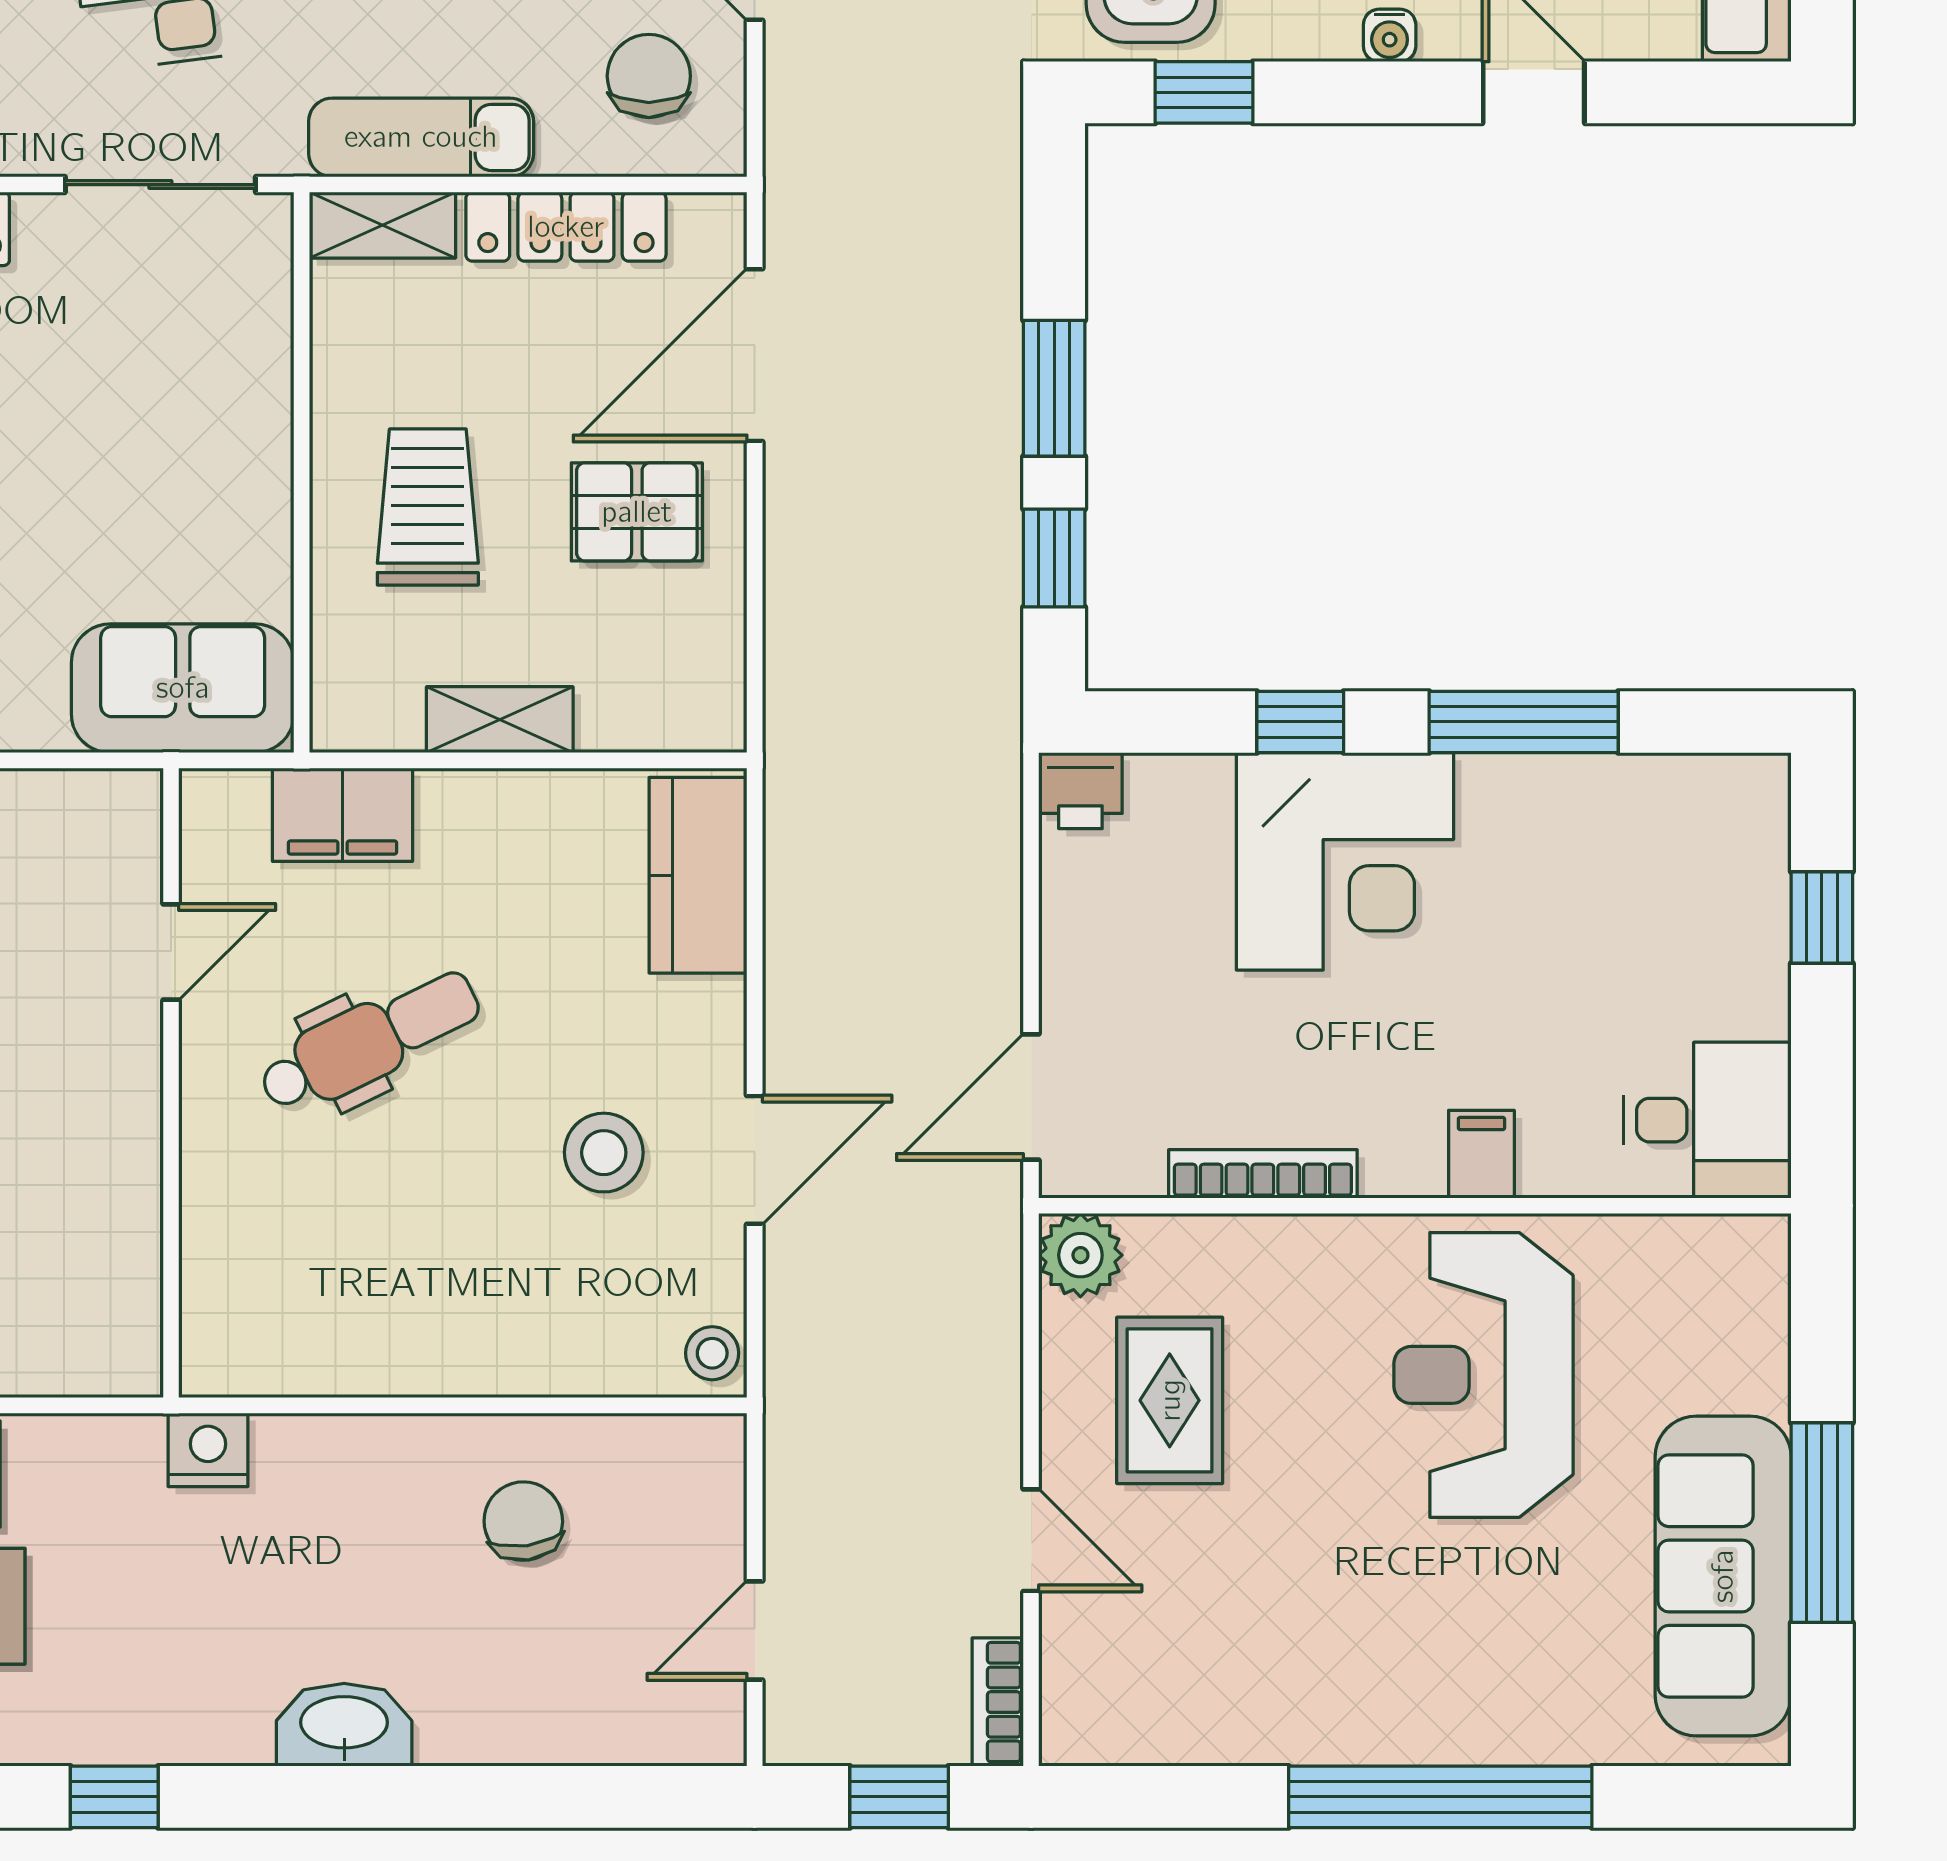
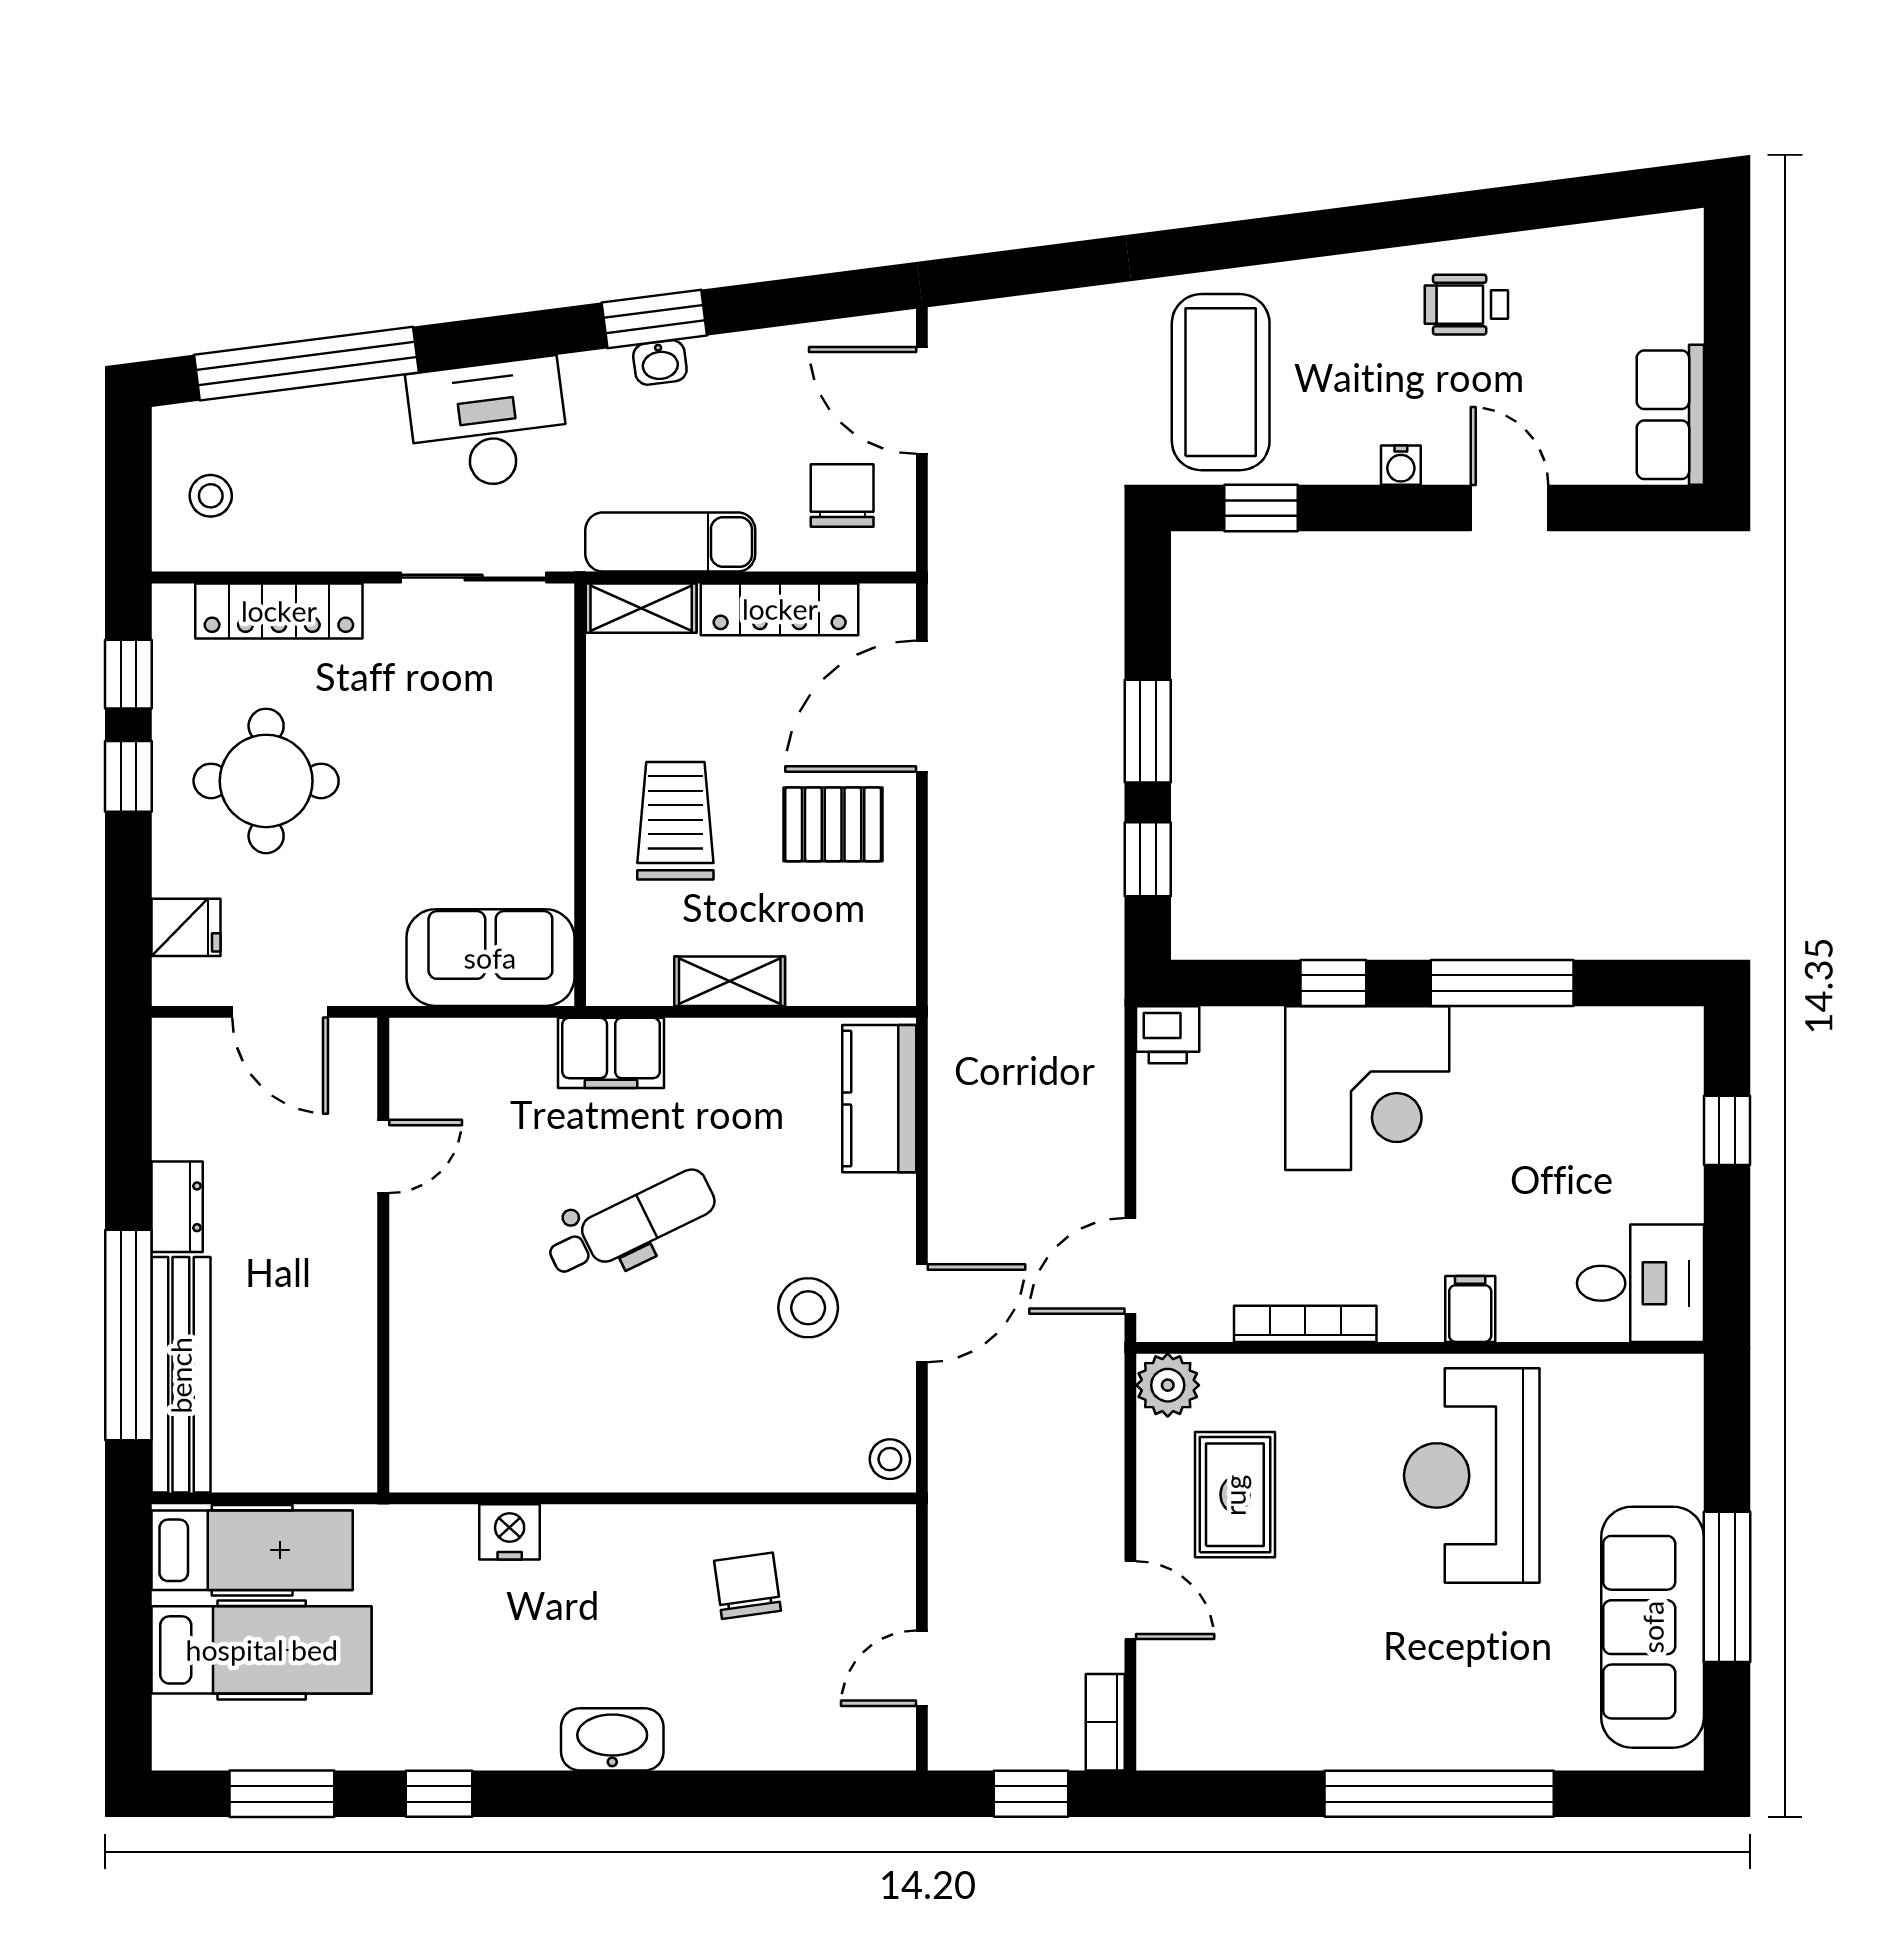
door: (171, 952) -> (383, 1156), moved
wall: (171, 1083) -> (383, 1255), moved

